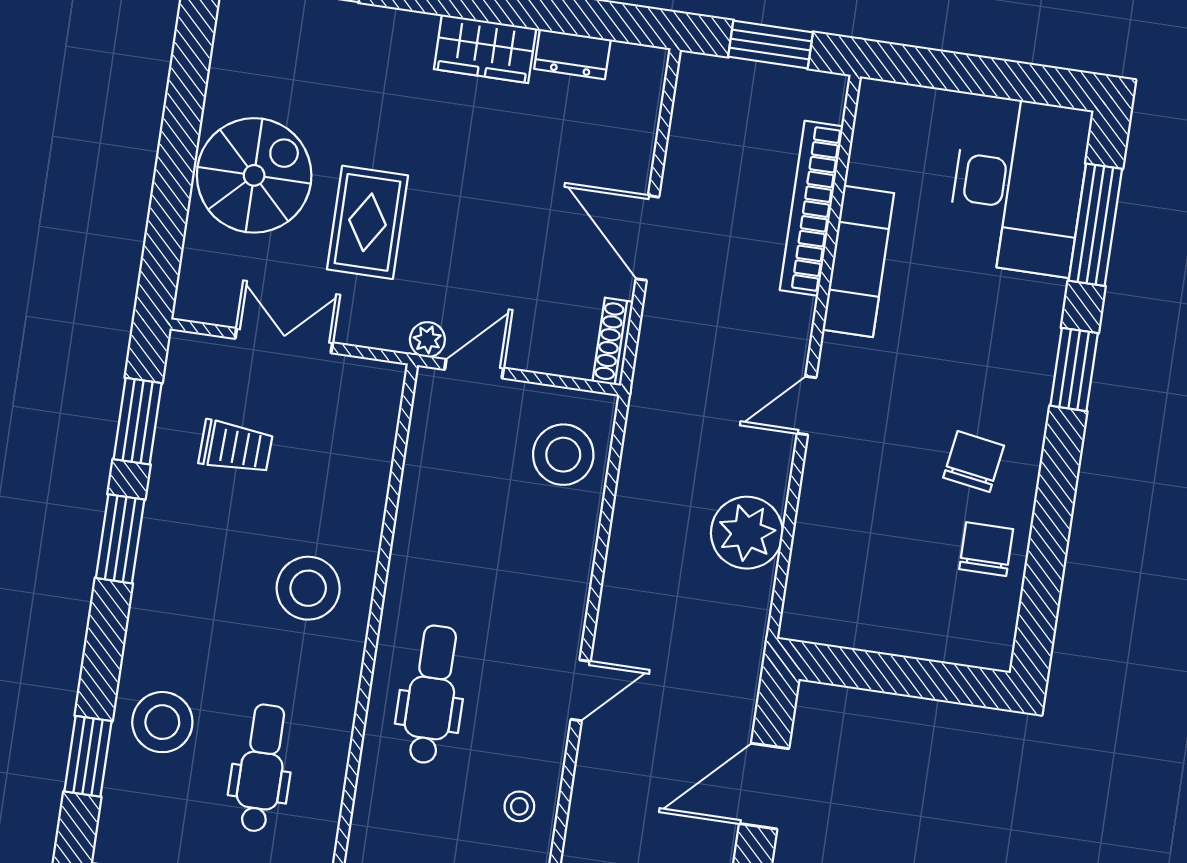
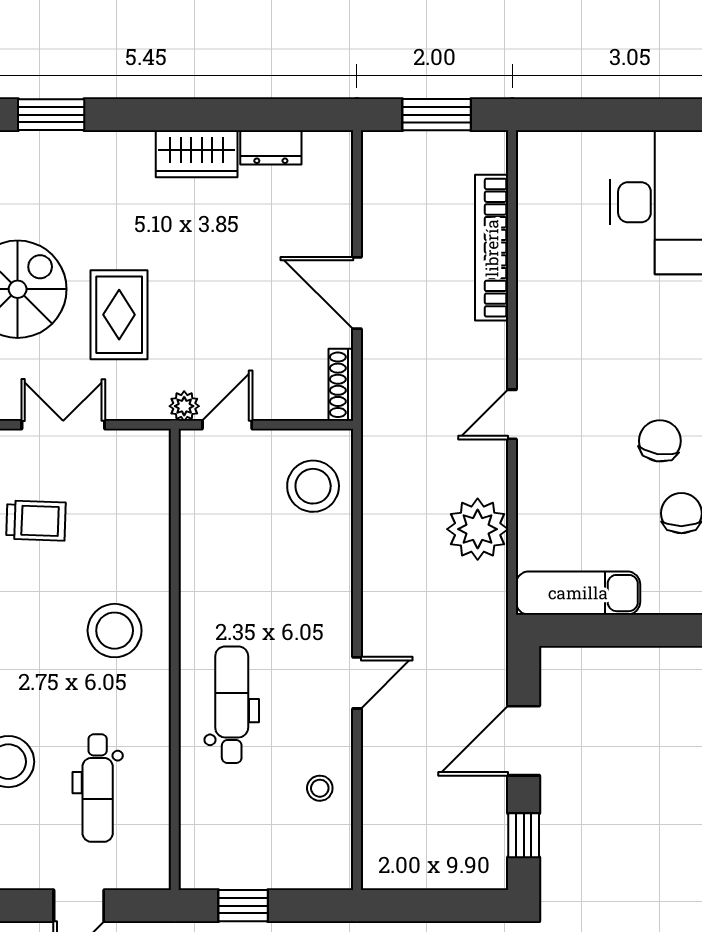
exam couch: (858, 261) -> (578, 593), moved, turned -90
dental chair: (261, 768) -> (98, 788), turned 180

